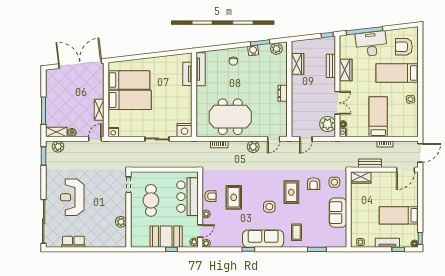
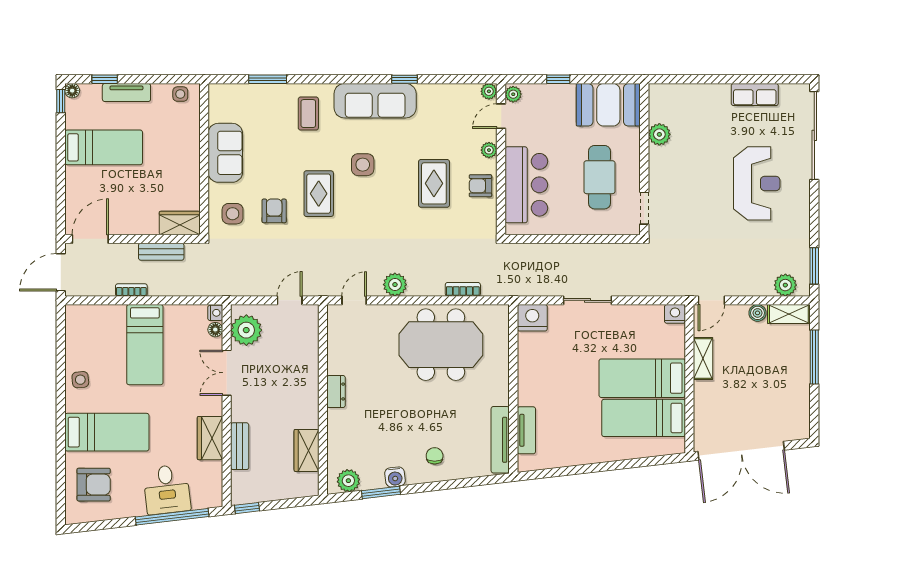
desk: (371, 44) -> (167, 489), width x0.73
booth: (166, 237) -> (608, 105), moved

